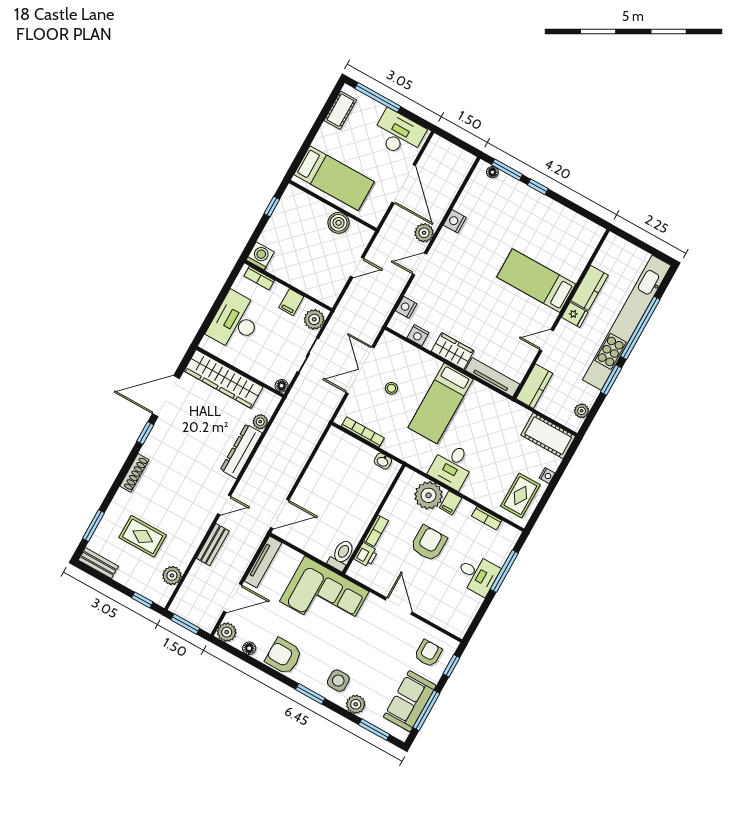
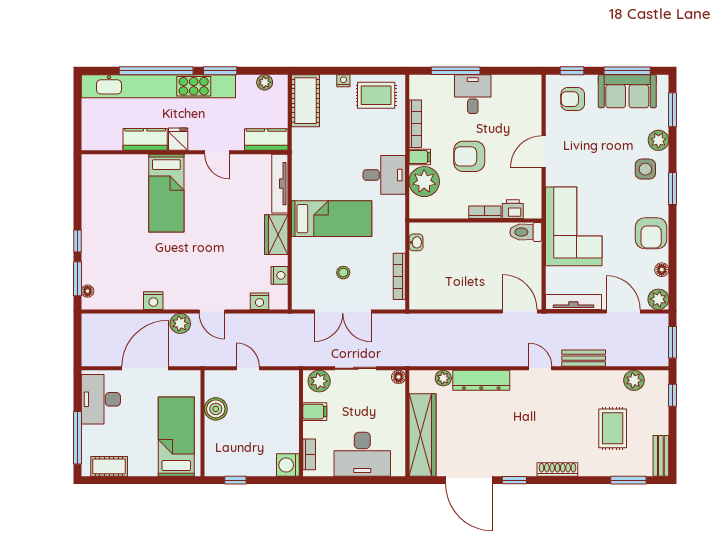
bookcase: (487, 518) -> (415, 124), width x1.56

